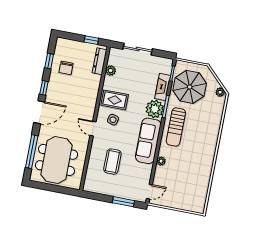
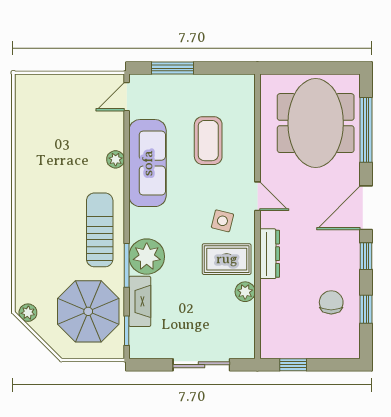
dresser: (100, 61) -> (270, 254), moved
plant: (111, 71) -> (245, 292), moved
sofa: (148, 141) -> (148, 163), moved

